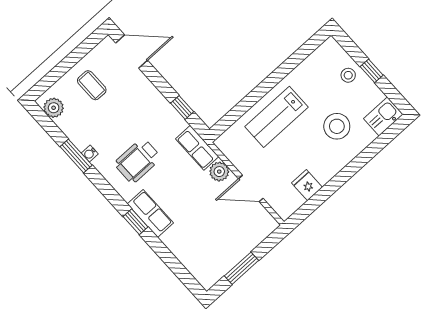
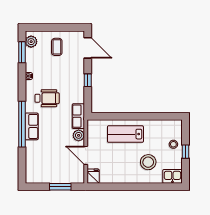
window: (182, 107) -> (88, 80), moved
window: (76, 156) -> (22, 52), moved
wheelchair: (138, 161) -> (47, 98), turned 180
fridge: (307, 185) -> (93, 176), moved
window: (135, 222) -> (22, 124), width x3.17
window: (242, 268) -> (60, 187), moved

